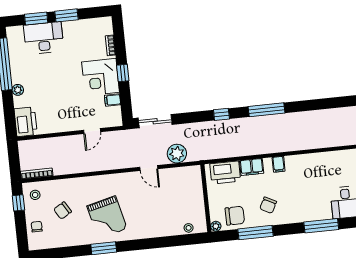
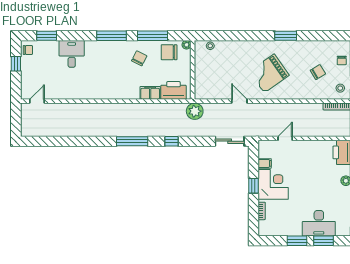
plant: (177, 154) -> (195, 111), moved
filing cabinet: (279, 164) -> (127, 93), removed
grand piano: (107, 217) -> (269, 73), moved, turned -111
window: (321, 226) -> (112, 36), moved

